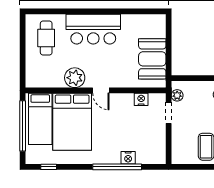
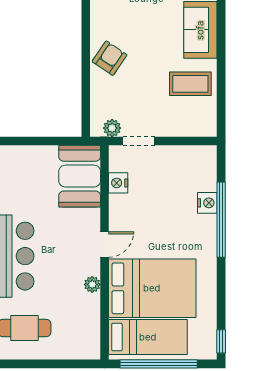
booth: (152, 59) -> (80, 176), moved, turned 90
plant: (75, 78) -> (92, 284), width x0.53, depth x0.53
window: (49, 167) -> (221, 341), moved

